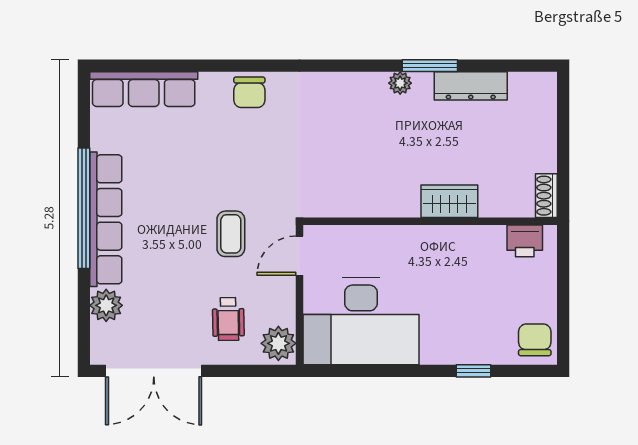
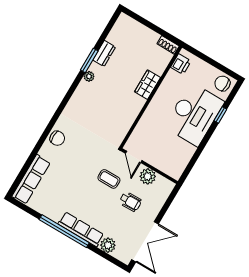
dresser: (471, 86) -> (104, 53), width x0.70
row of seats: (106, 219) -> (81, 229), width x0.73
wheelchair: (228, 319) -> (130, 202), moved
desk: (361, 321) -> (194, 114), moved
plant: (278, 343) -> (148, 176), moved

